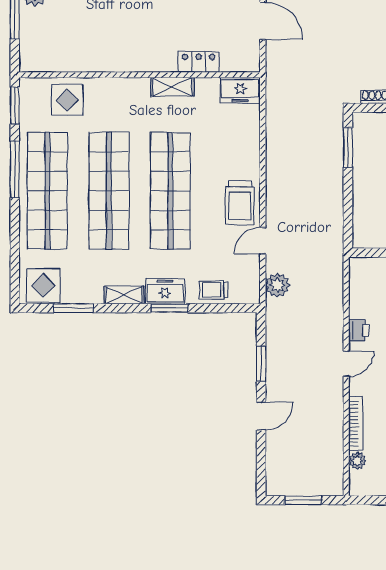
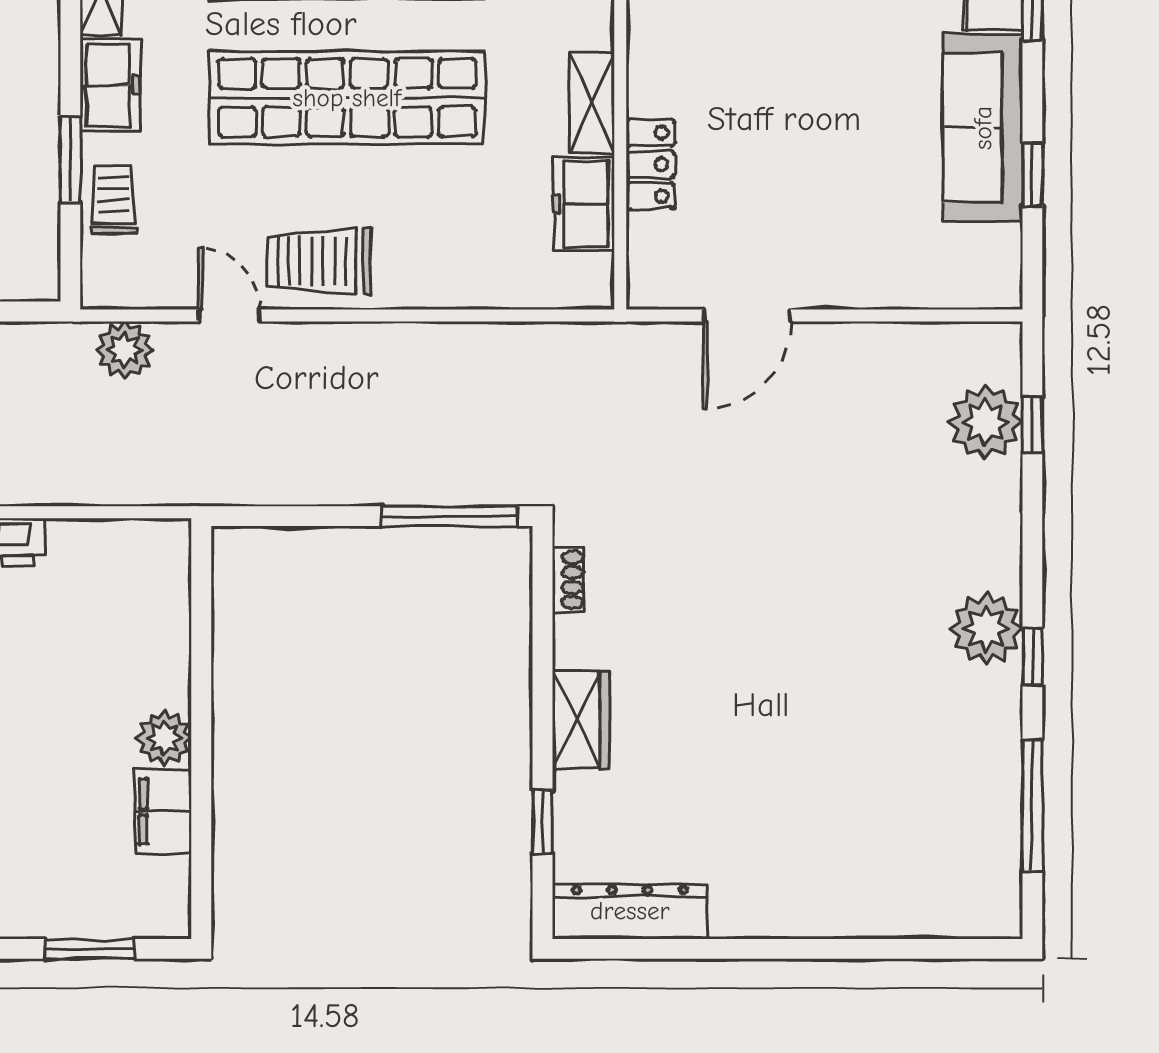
freezer: (240, 90) -> (584, 204), moved
window: (348, 147) -> (449, 516), width x1.44
window: (170, 308) -> (70, 159), moved

